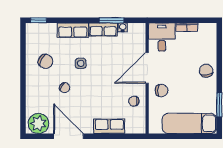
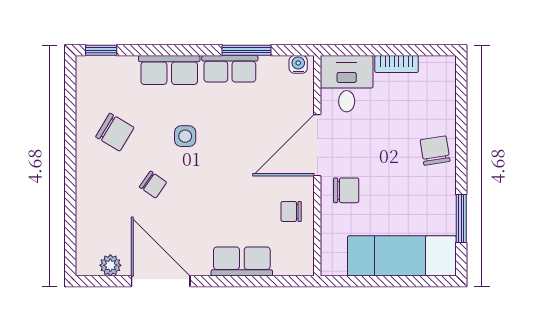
water cooler: (123, 27) -> (298, 64), moved
plant: (38, 123) -> (110, 265), width x0.53, depth x0.53

